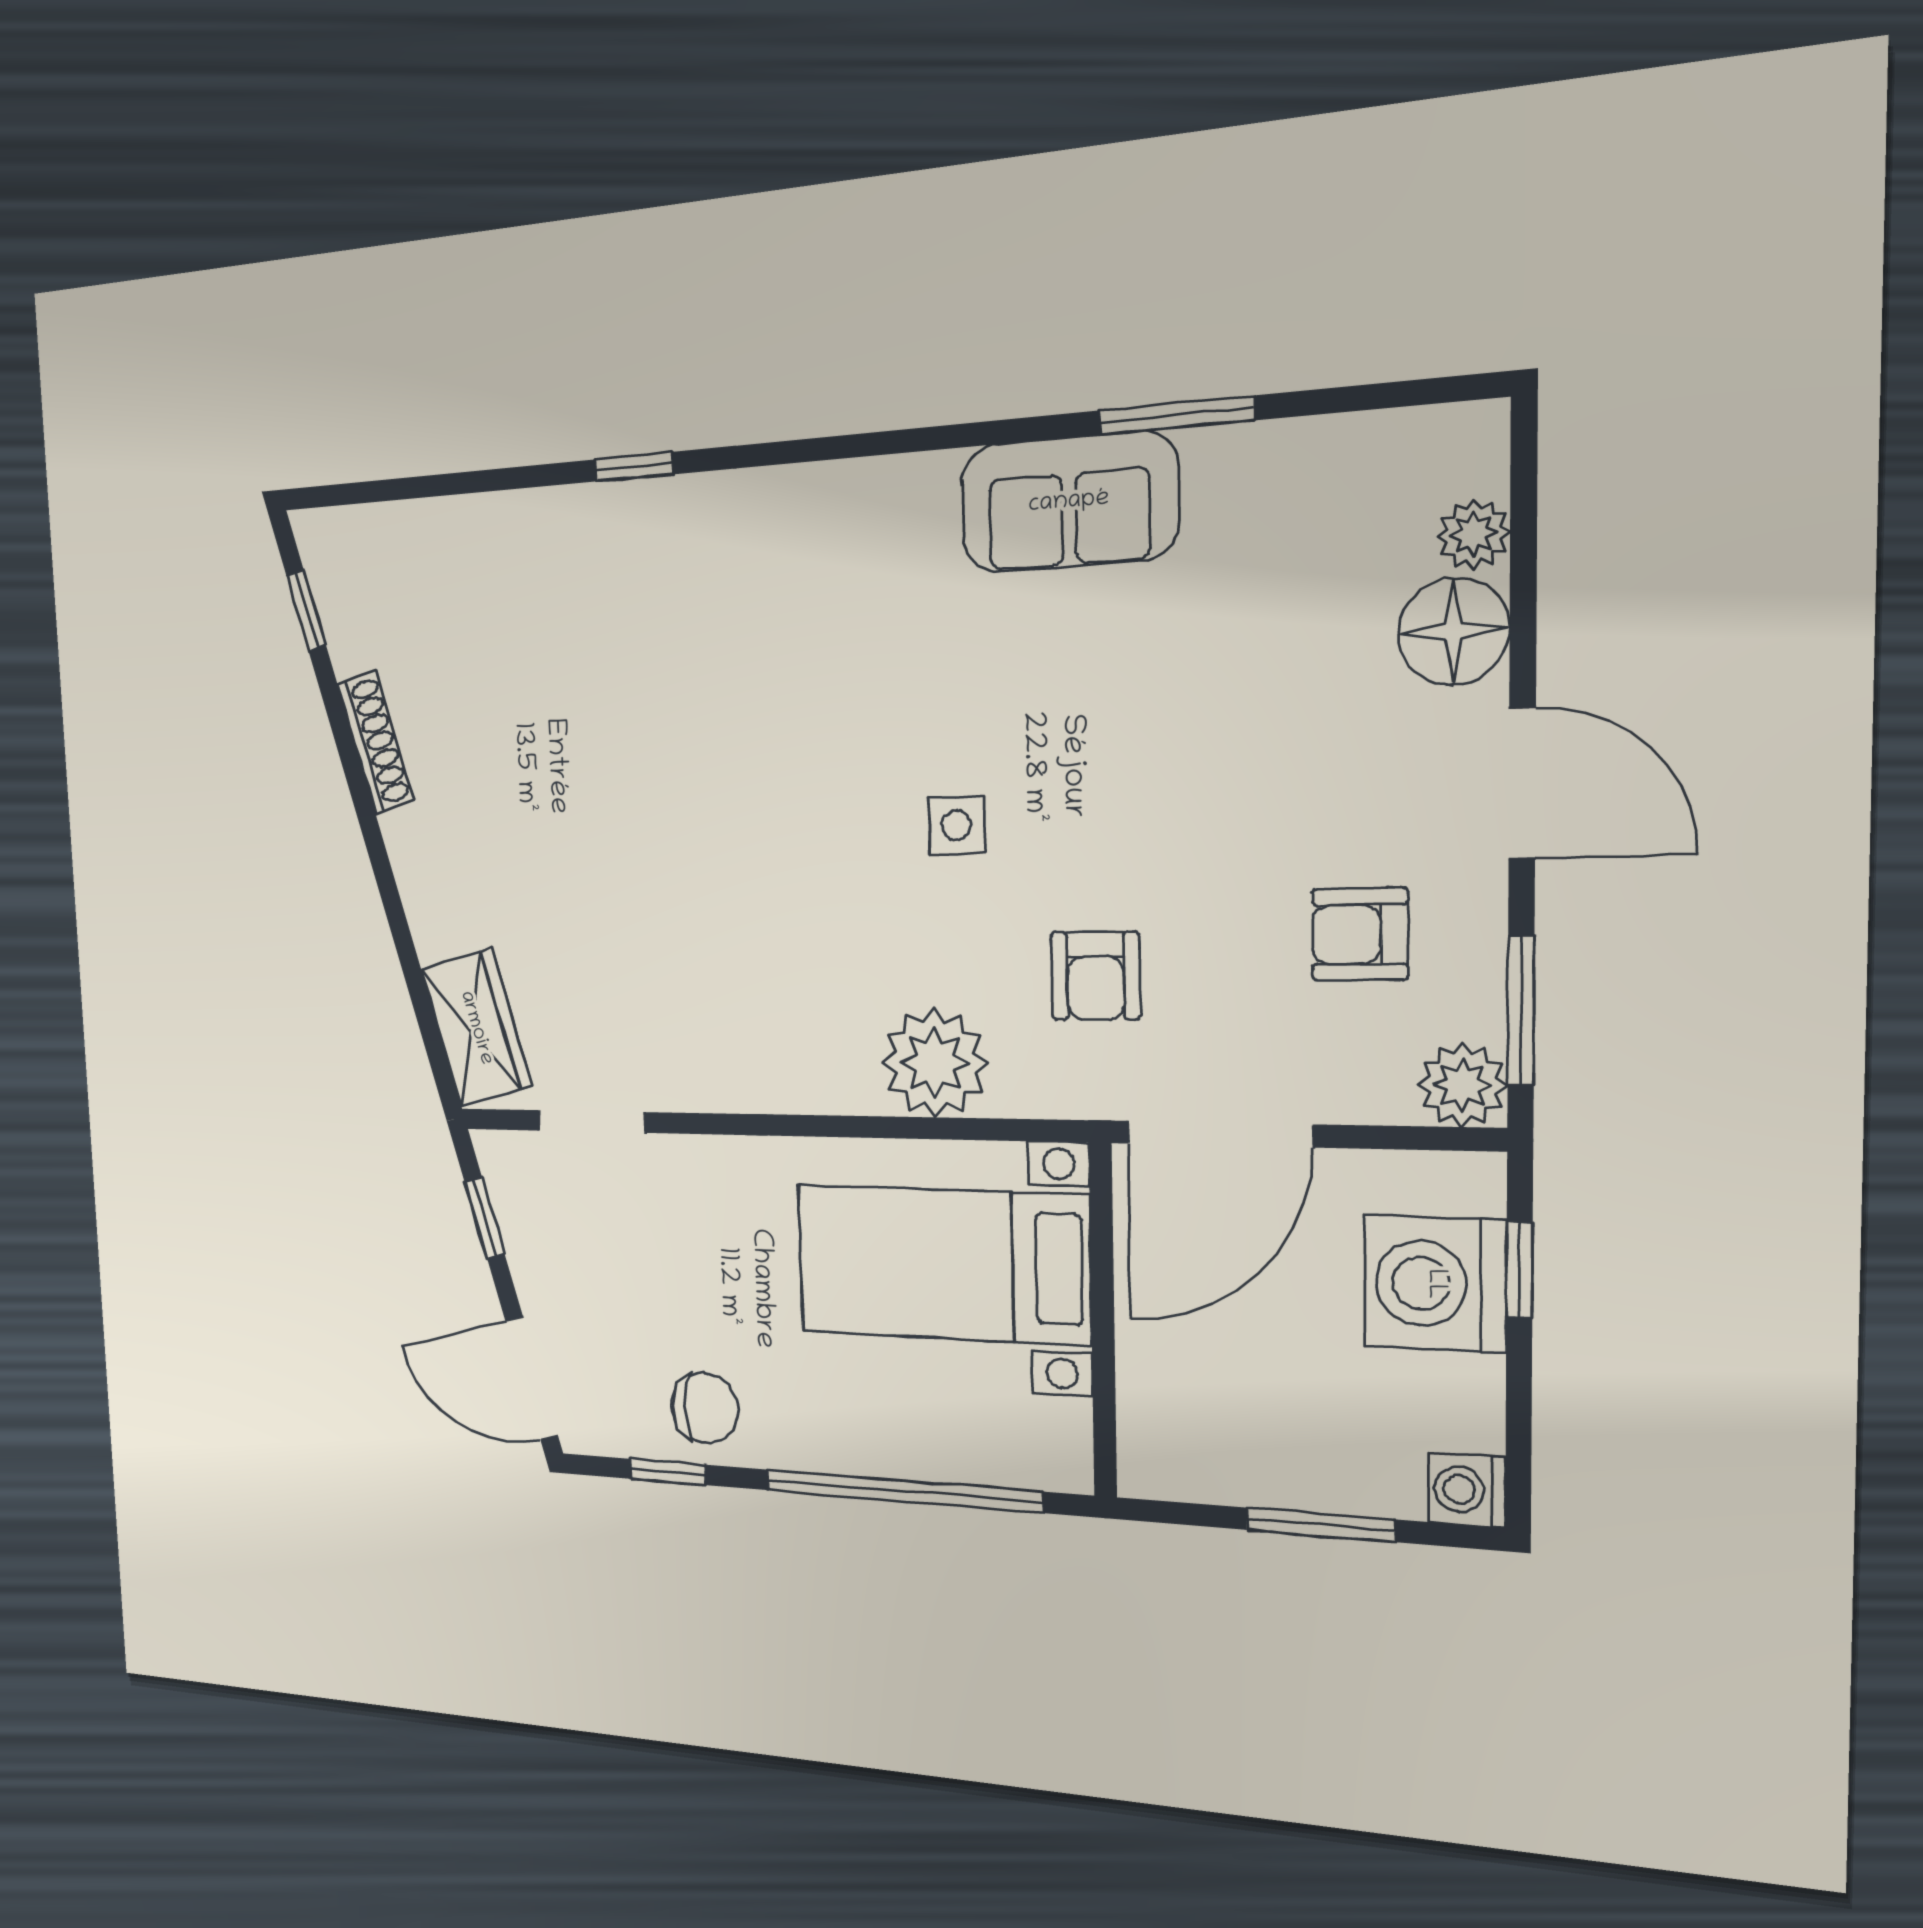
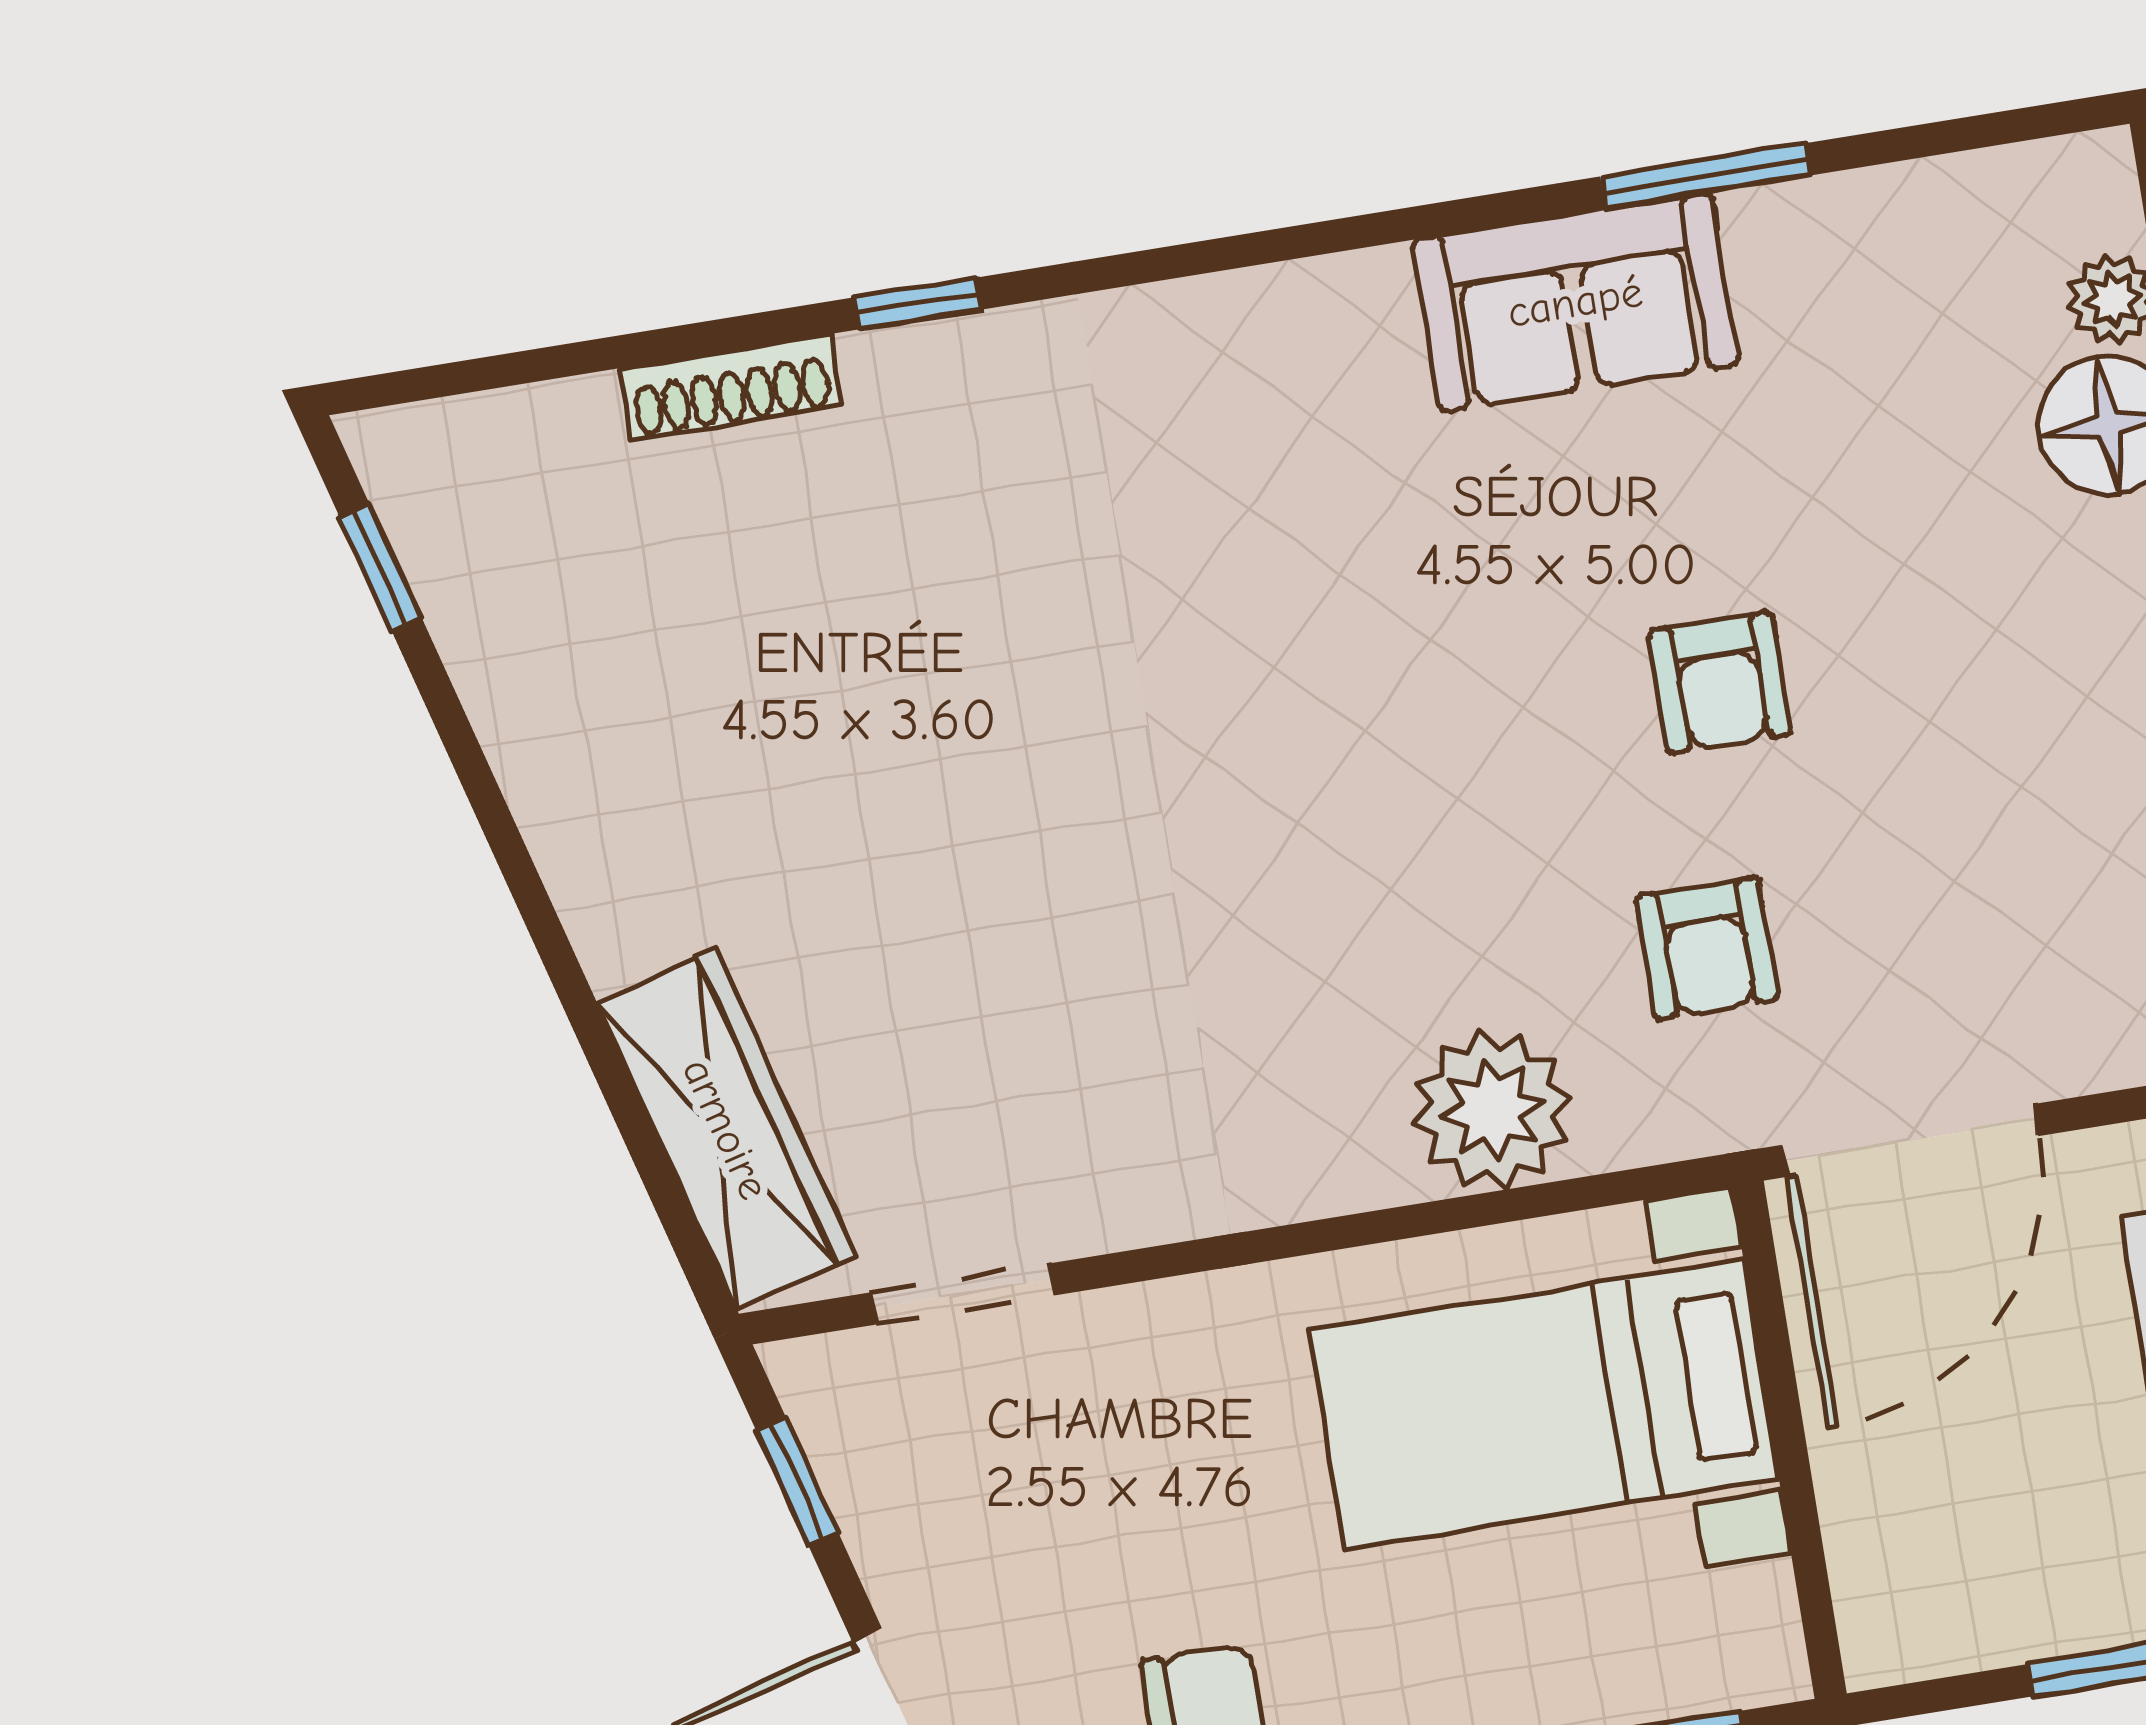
shoe rack: (376, 742) -> (730, 387), moved, turned 105
side table: (956, 825) -> (1477, 764), removed
armchair: (1360, 934) -> (1720, 683), moved, turned -90
wardrobe: (476, 1028) -> (726, 1129), width x1.50

